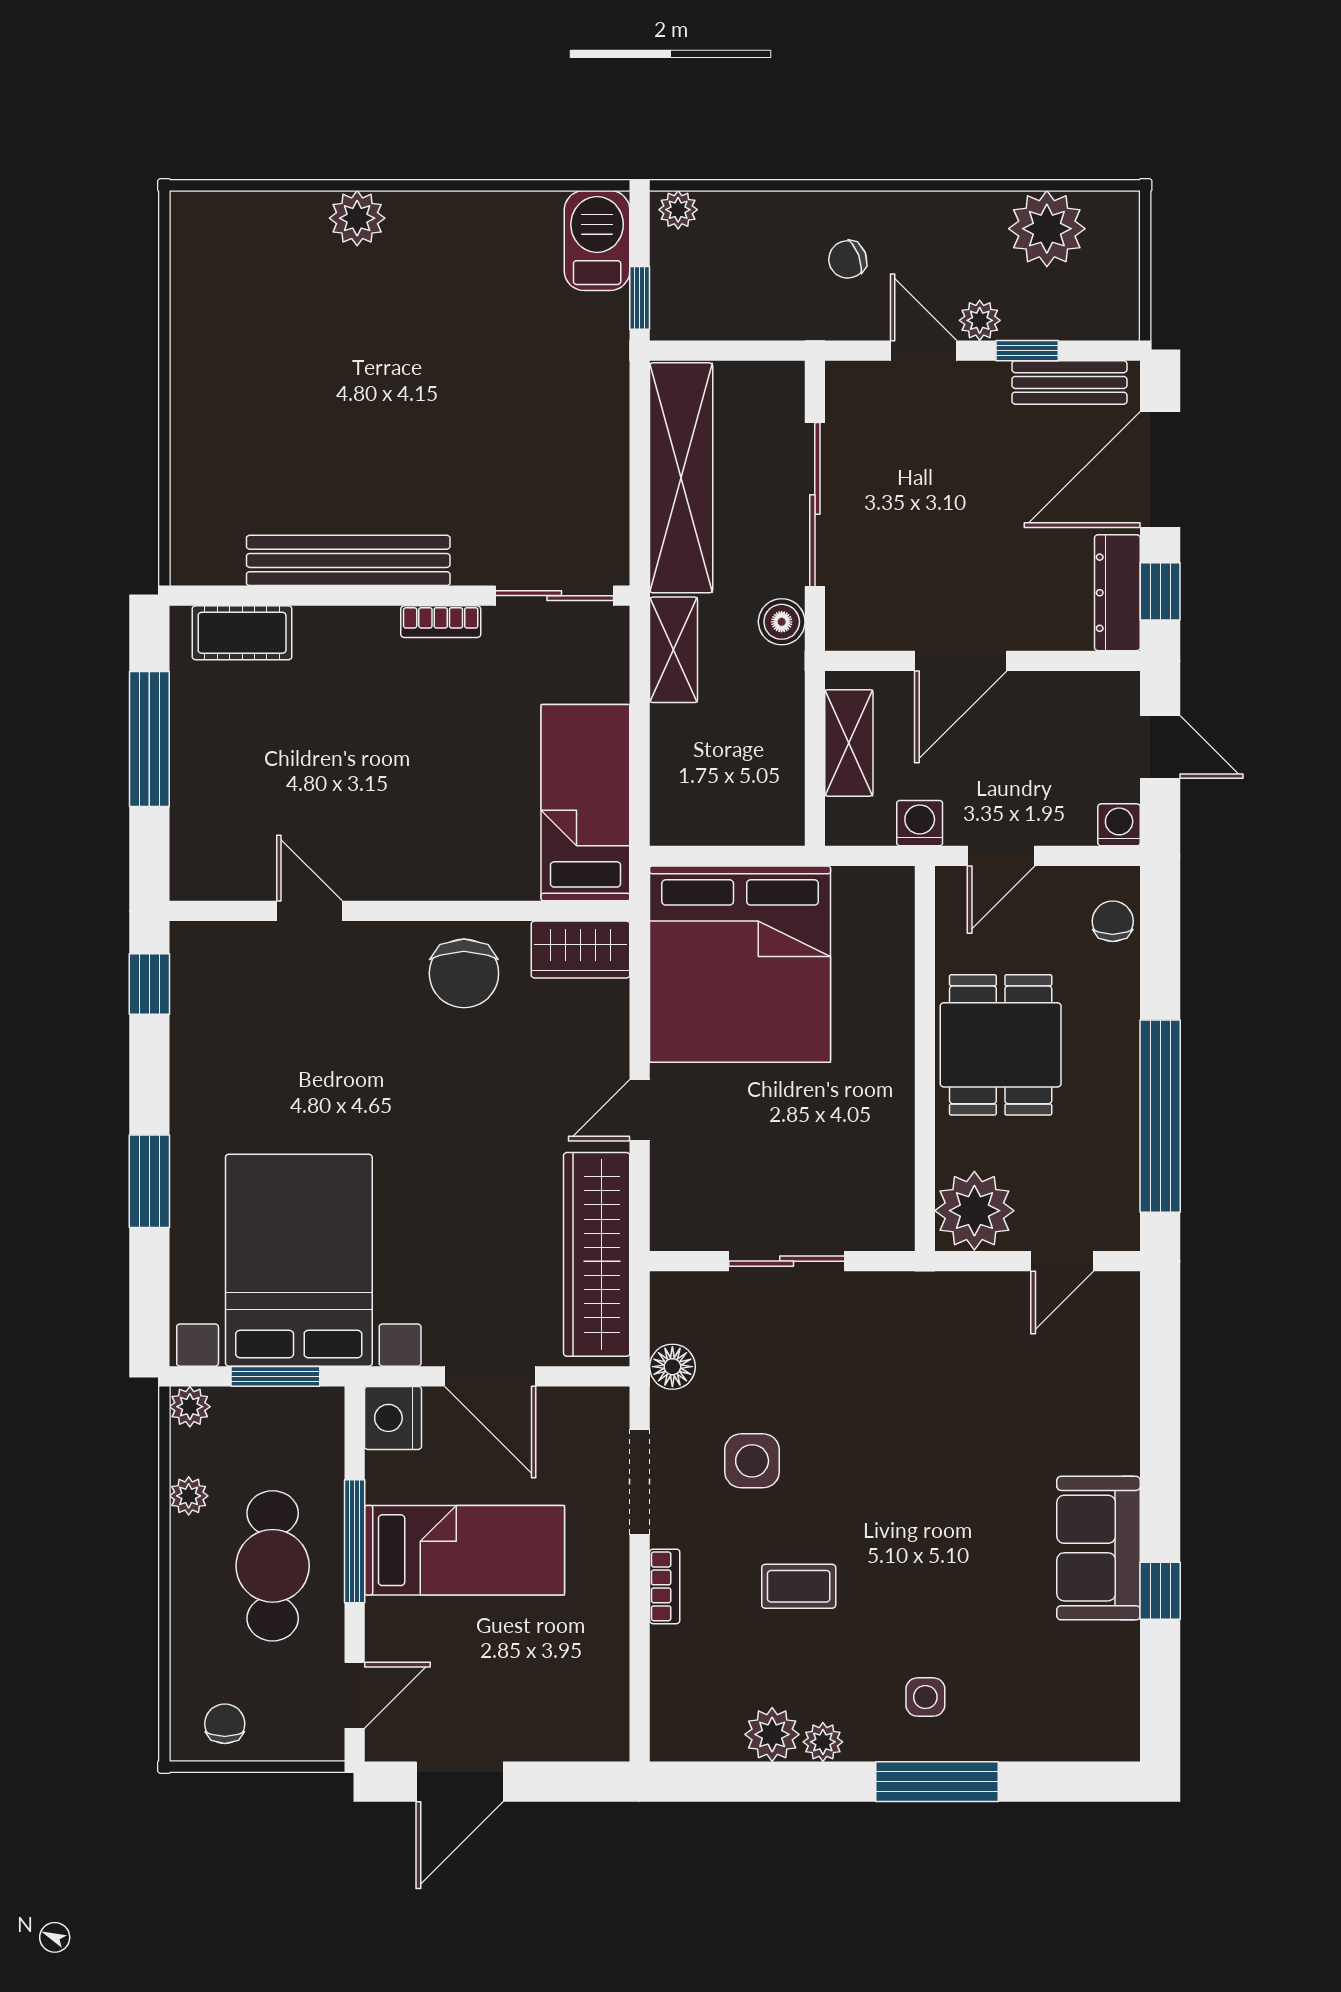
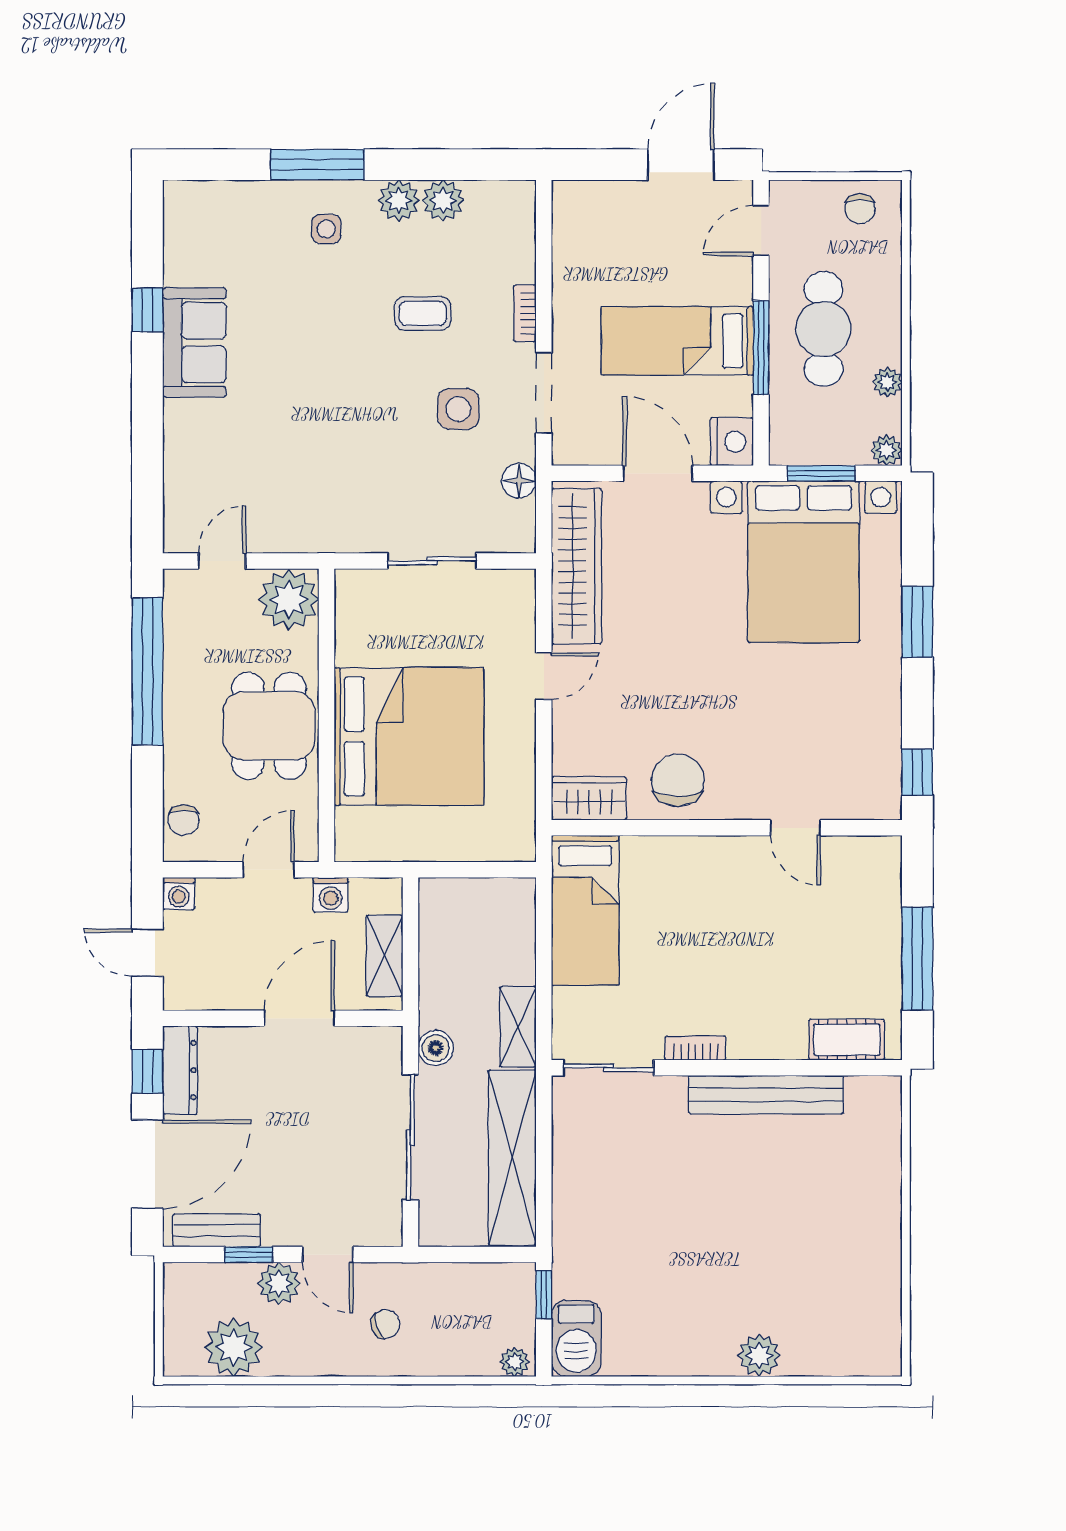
plant: (980, 320) -> (279, 1283), width x1.38, depth x1.38
bed: (740, 964) -> (409, 736), moved, turned 90
plant: (823, 1742) -> (399, 200), width x1.38, depth x1.38

